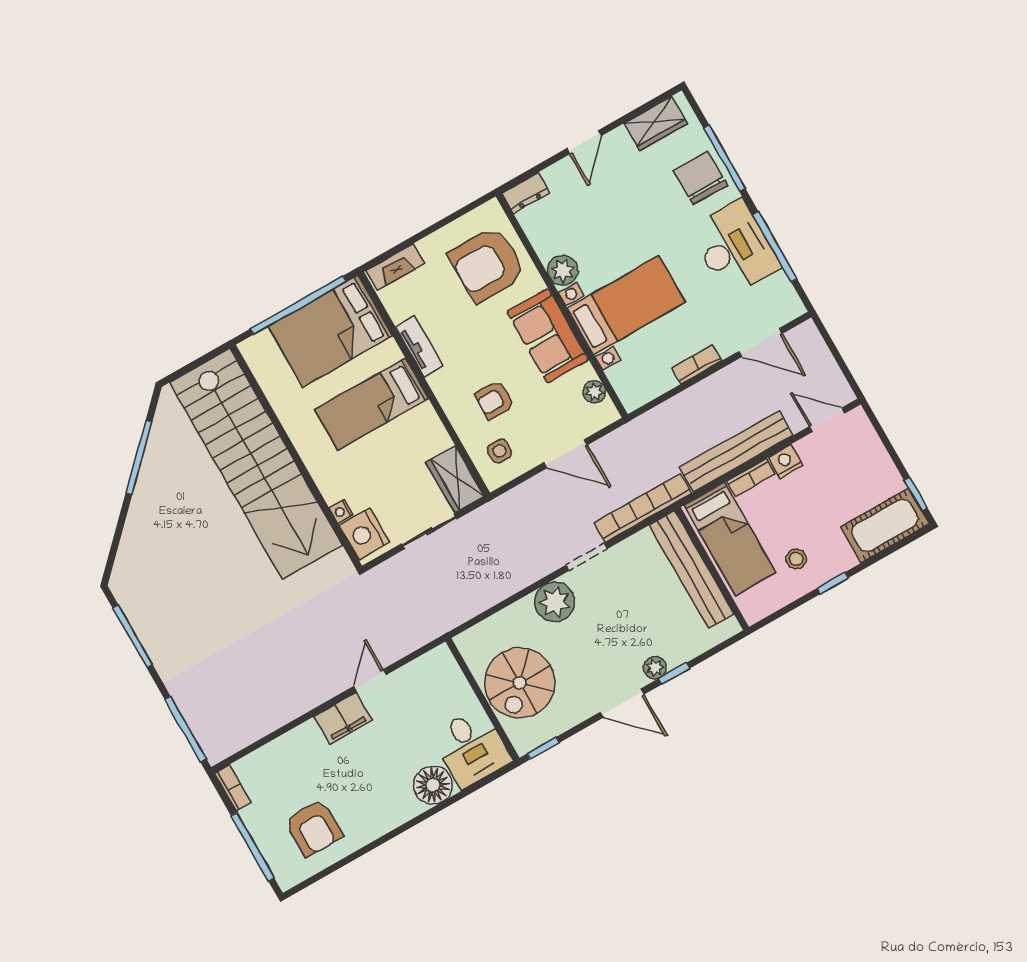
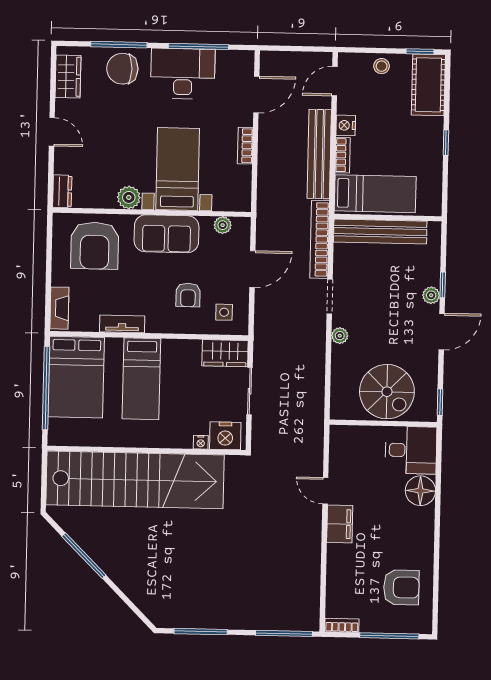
stool: (796, 559) -> (382, 66), moved
plant: (555, 602) -> (340, 336), width x0.53, depth x0.53

